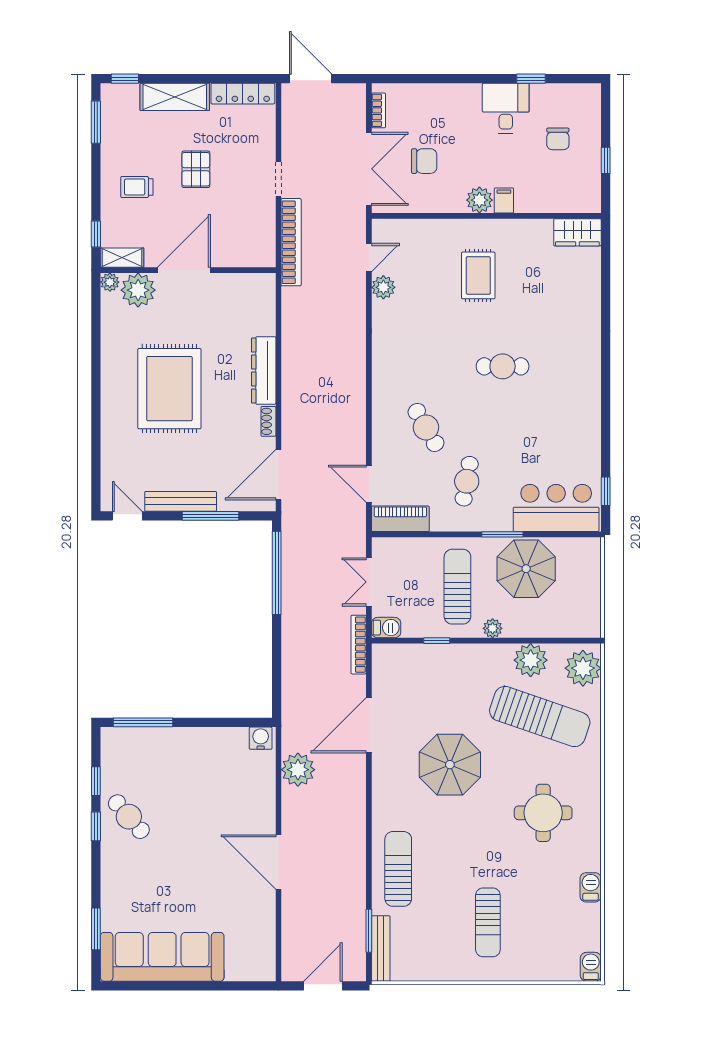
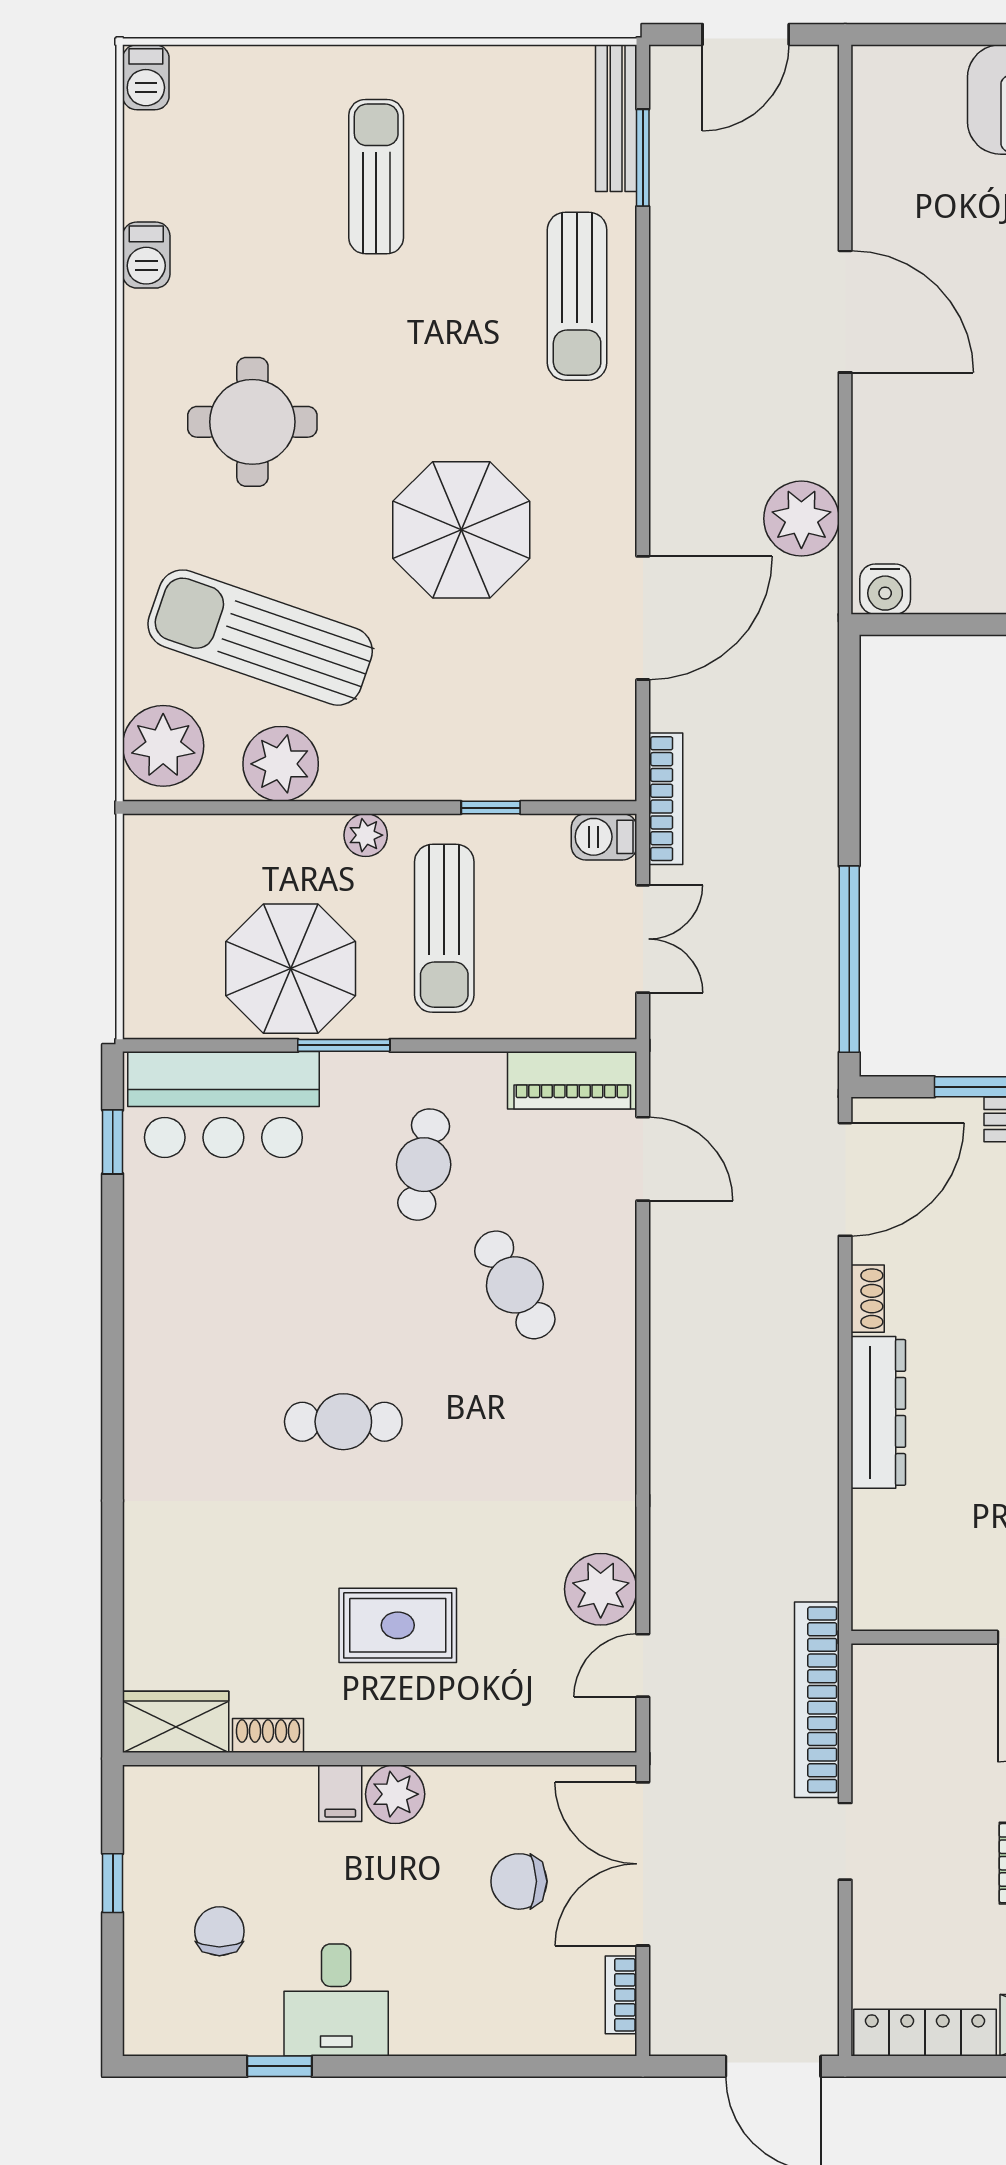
shoe rack: (536, 226) -> (268, 1735), added
rug: (478, 275) -> (398, 1625), turned 90
plant: (383, 287) -> (601, 1589), width x1.36, depth x1.36

